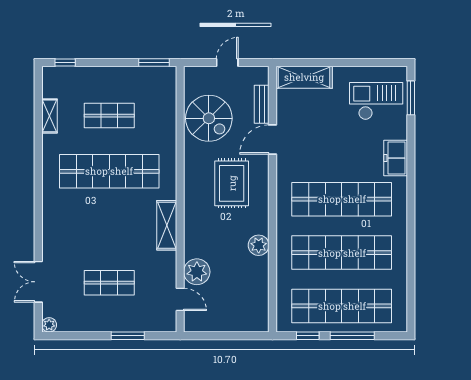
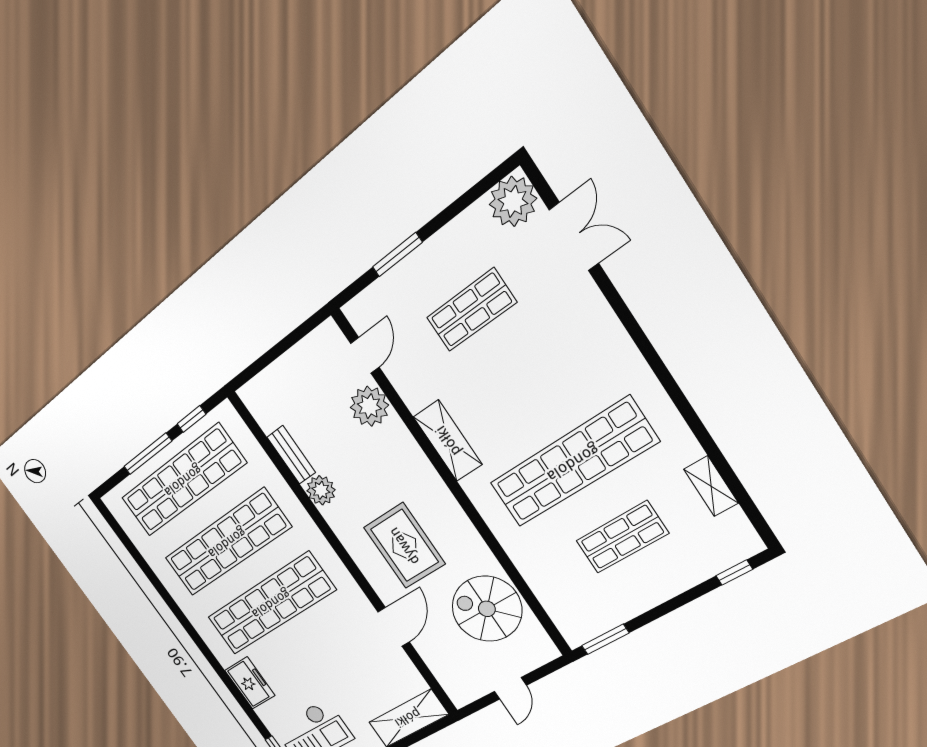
bench: (262, 104) -> (291, 455), moved
door: (180, 299) -> (365, 355), swing flipped
plant: (49, 325) -> (513, 201), width x1.88, depth x1.88

